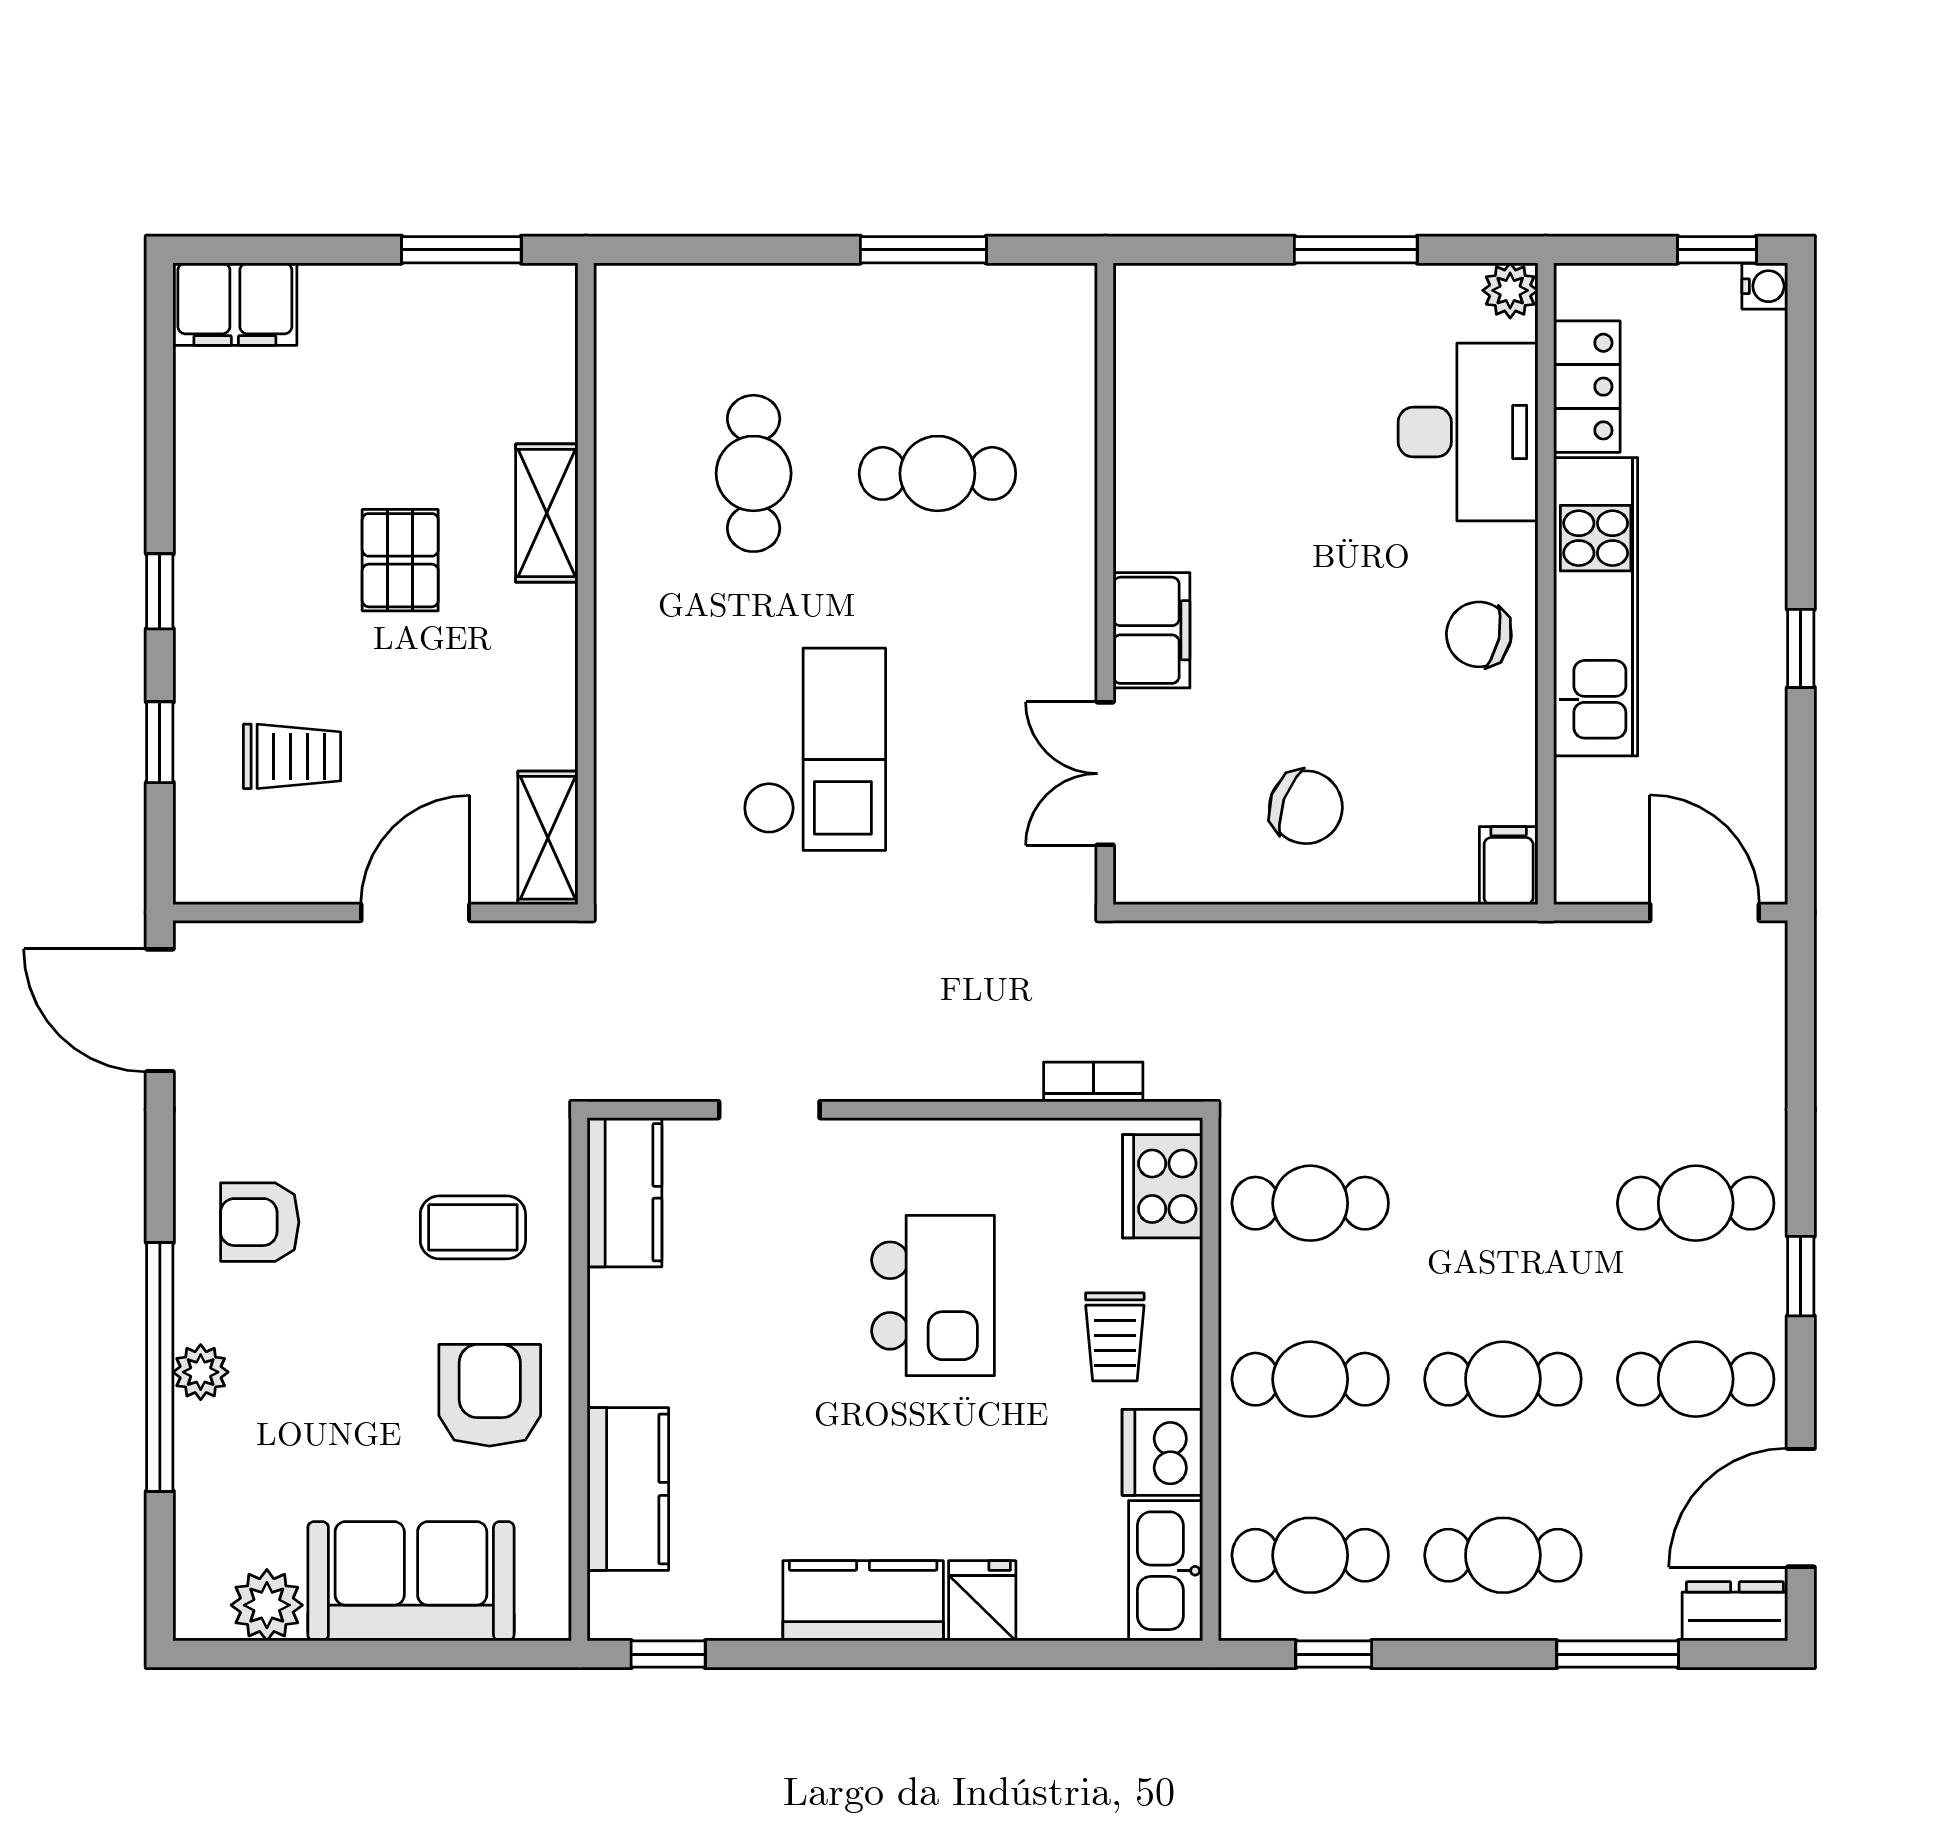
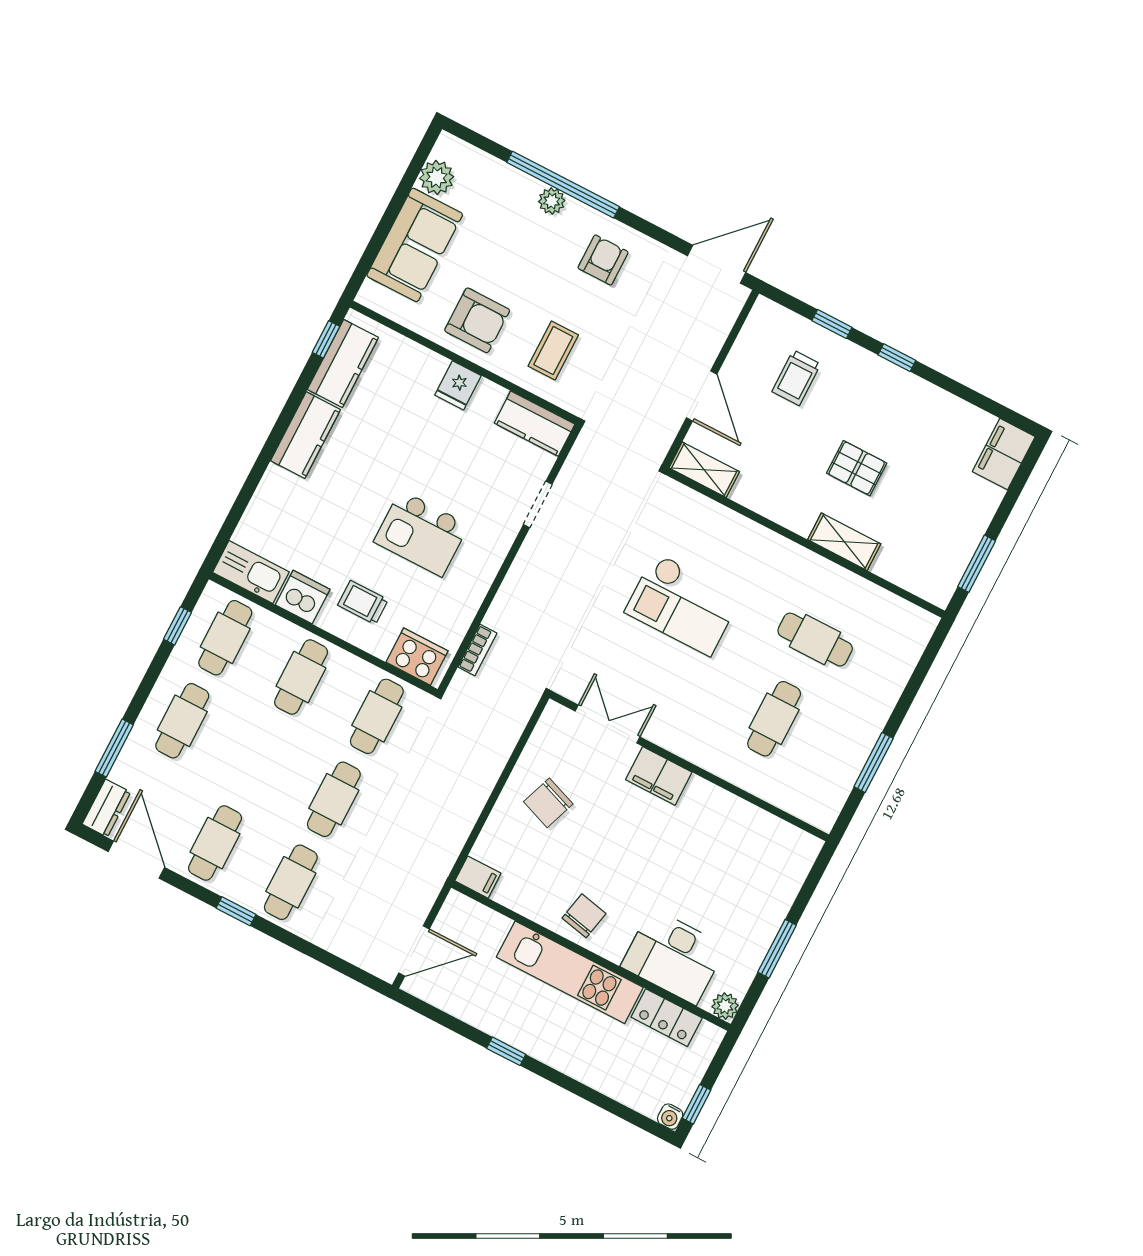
cafe table: (1503, 1379) -> (334, 799), moved
kitchen counter: (628, 1489) -> (343, 363), moved, turned -90
fridge: (982, 1601) -> (458, 385), moved, turned 90

